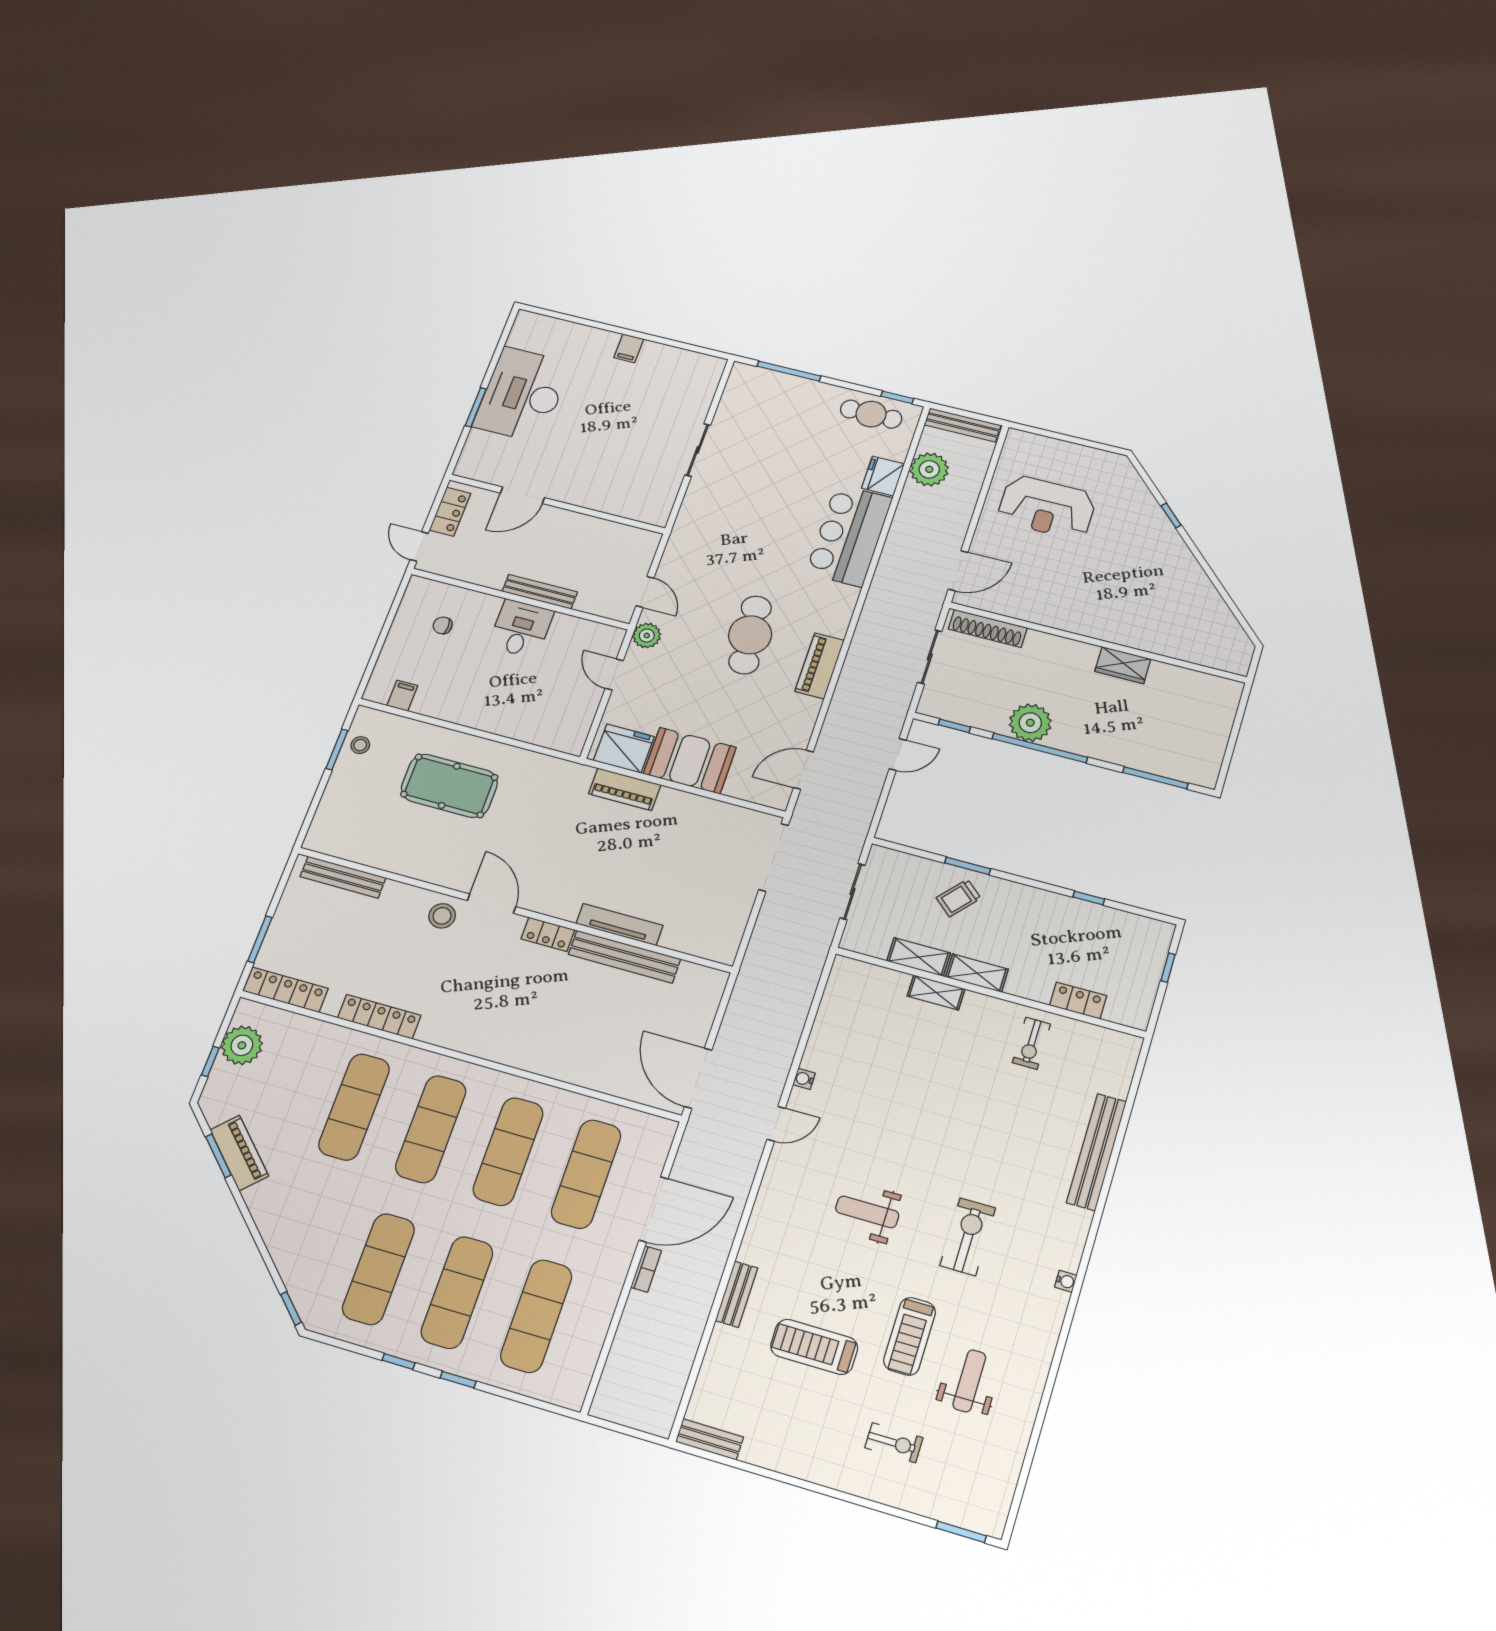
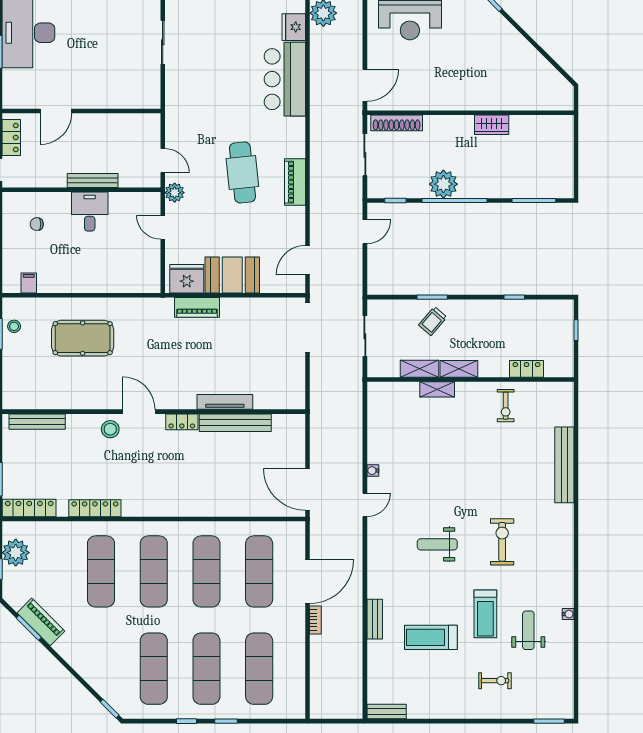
water cooler: (1066, 1281) -> (568, 614), moved

